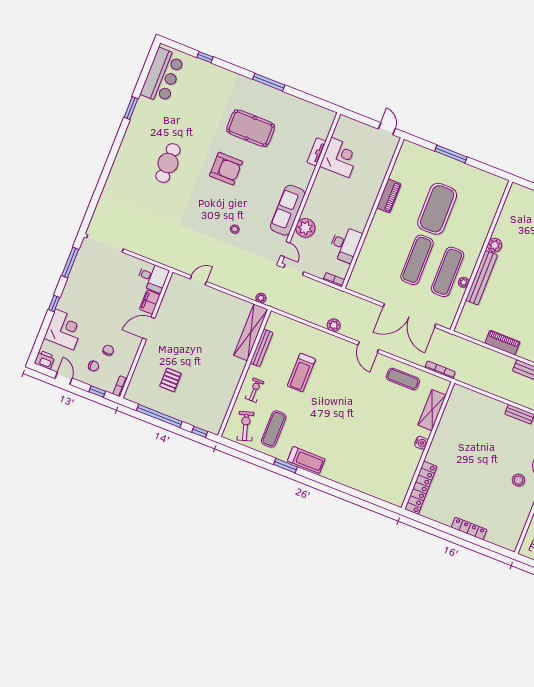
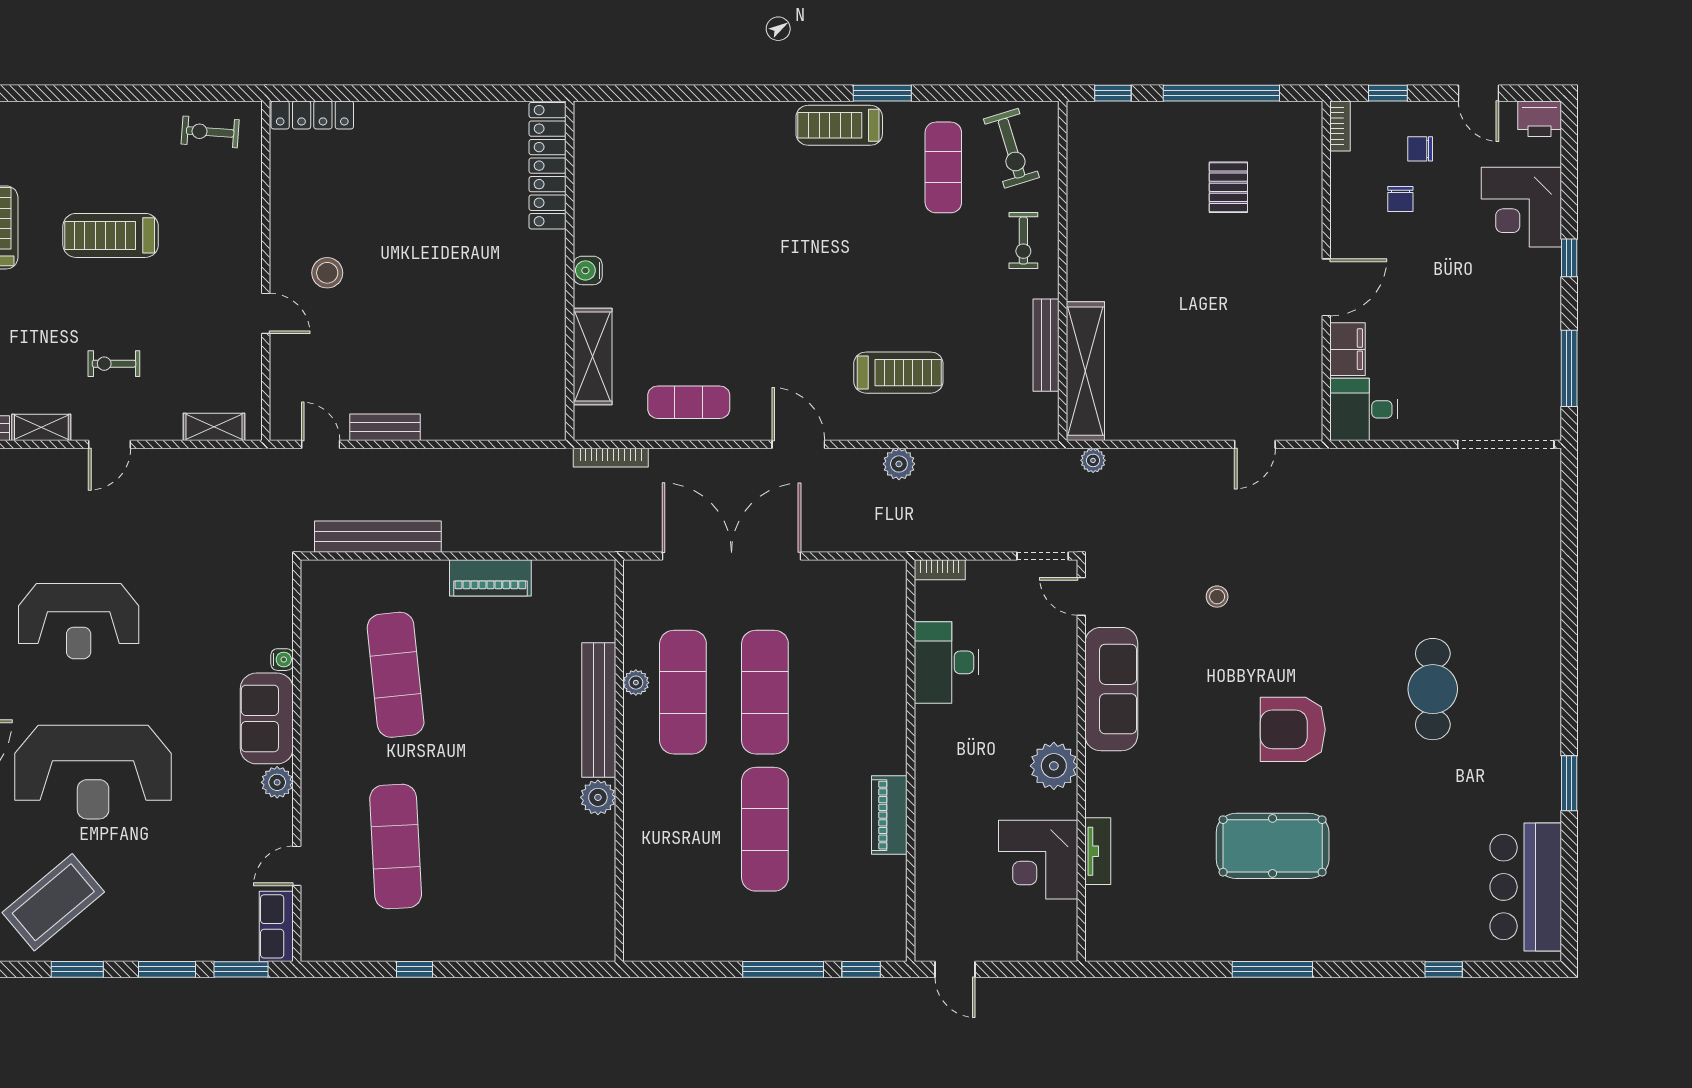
window: (422, 143) -> (861, 969), added
exercise mat: (437, 209) -> (765, 829), width x0.68
plant: (305, 228) -> (1054, 766), moved
treadmill: (301, 373) -> (898, 373), moved, turned 90
locker: (469, 528) -> (312, 115), moved

